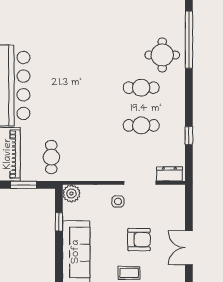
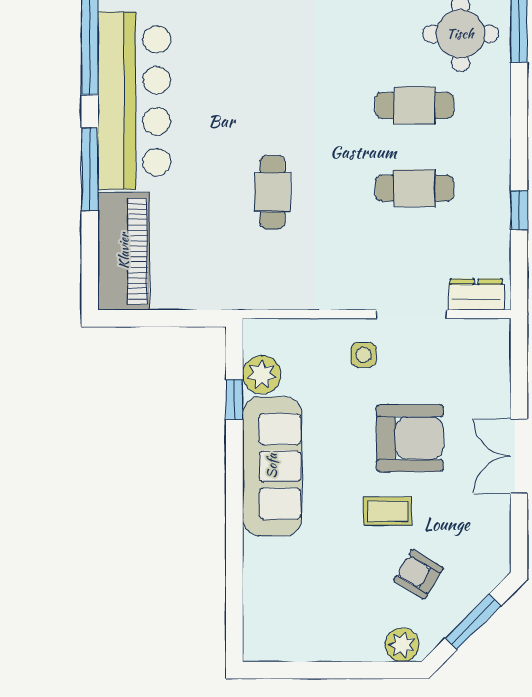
cafe table: (51, 157) -> (272, 192), moved
window: (24, 185) -> (157, 318), removed
plant: (71, 193) -> (262, 375), moved
armchair: (139, 240) -> (410, 438), width x1.36, depth x1.36

